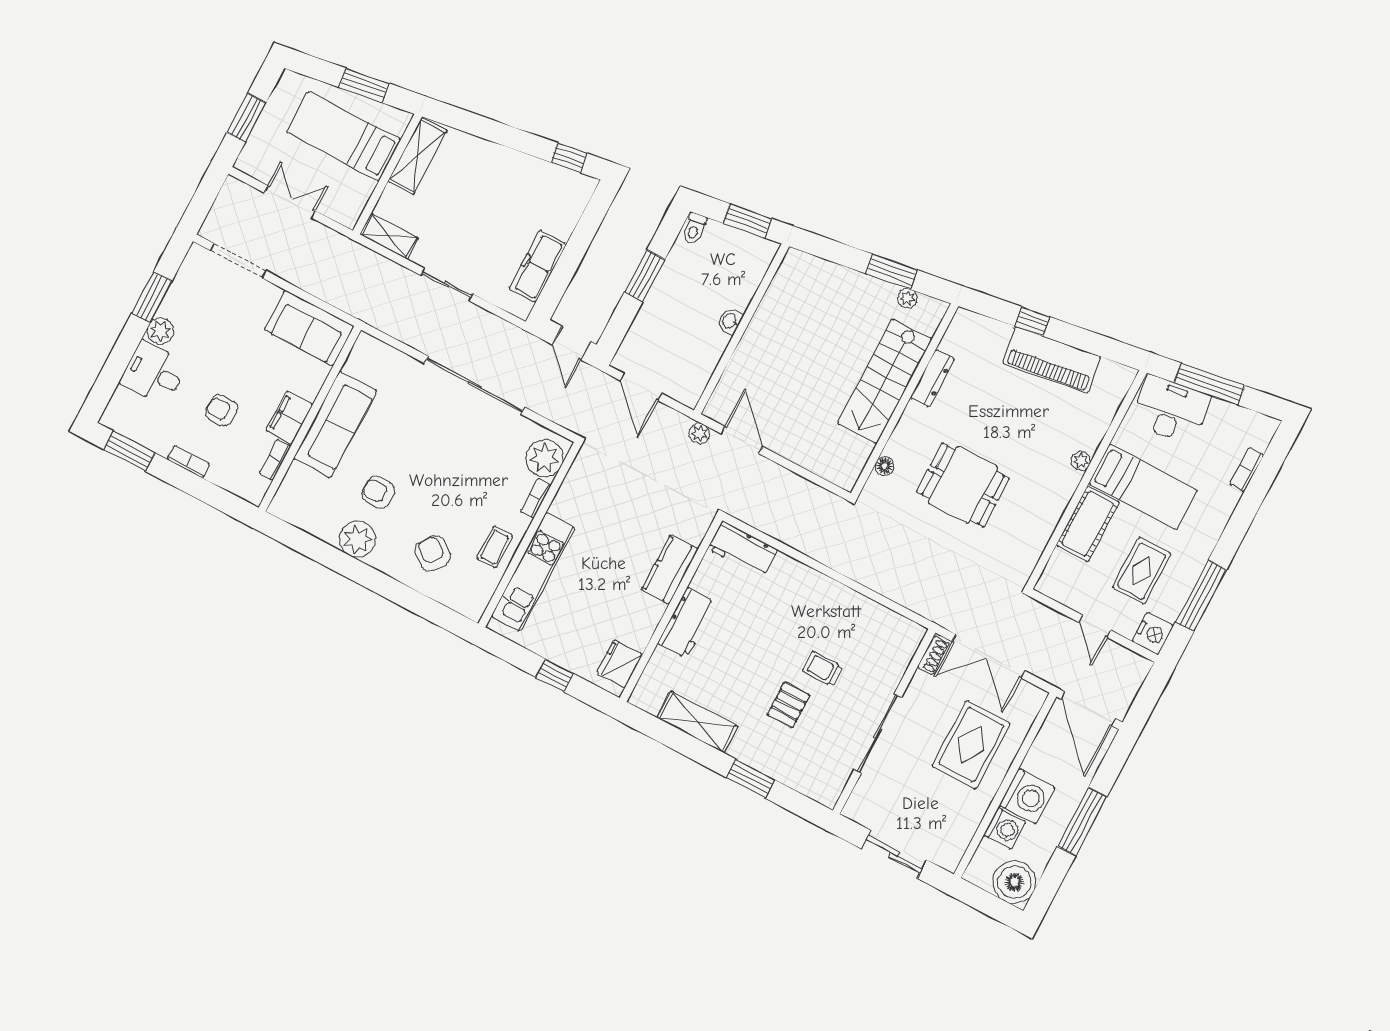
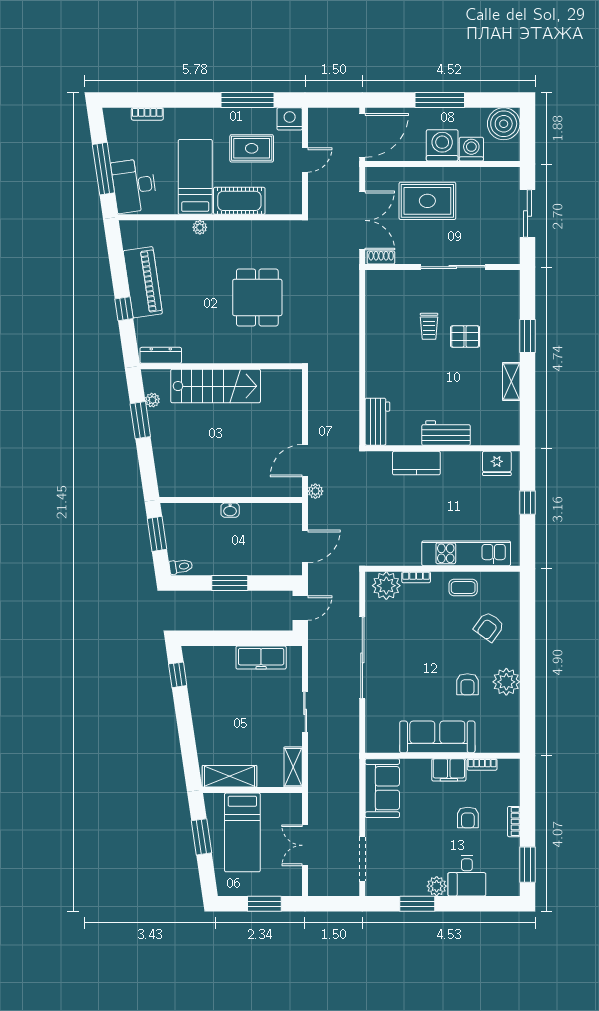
dresser: (932, 378) -> (161, 355), moved
floor lamp: (885, 466) -> (272, 356), removed
shelving: (698, 722) -> (511, 381), width x0.67, depth x0.75

